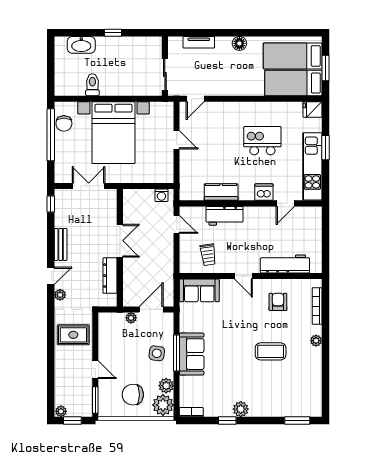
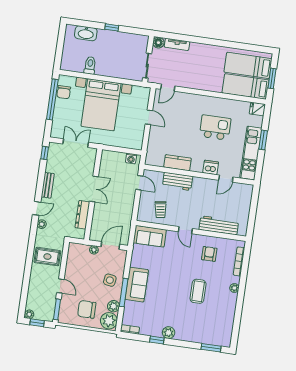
floor lamp: (239, 43) -> (158, 43), moved
coffee table: (271, 351) -> (198, 291), turned 90
window: (177, 353) -> (124, 293), moved

